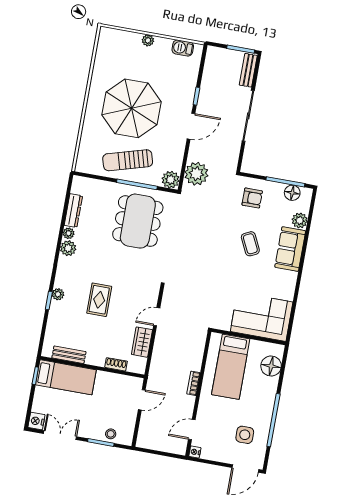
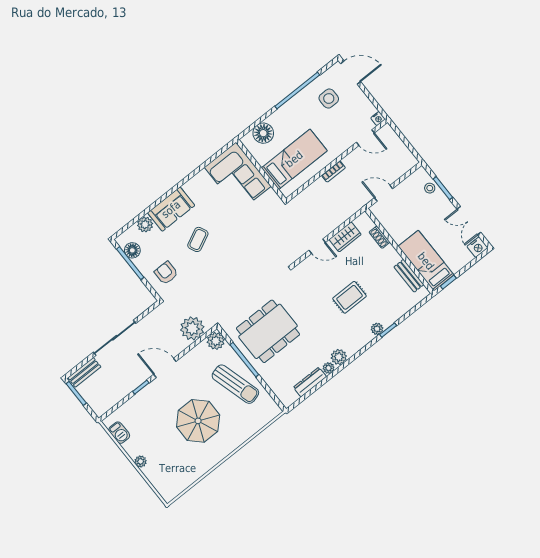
parasol: (132, 108) -> (198, 421), width x0.73, depth x0.73

